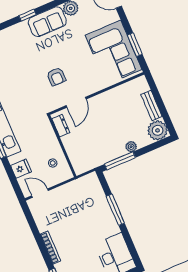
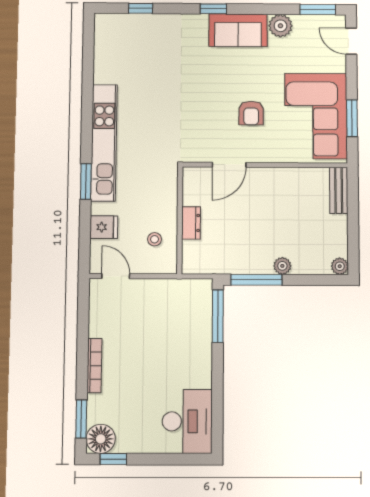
armchair: (56, 77) -> (251, 113), moved
bench: (152, 105) -> (339, 190), moved
dresser: (61, 126) -> (191, 223), moved
plant: (158, 130) -> (340, 266), width x0.53, depth x0.53
window: (115, 210) -> (218, 316), moved

